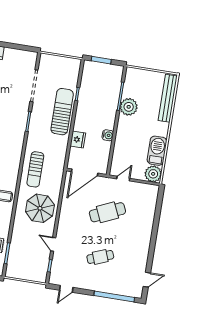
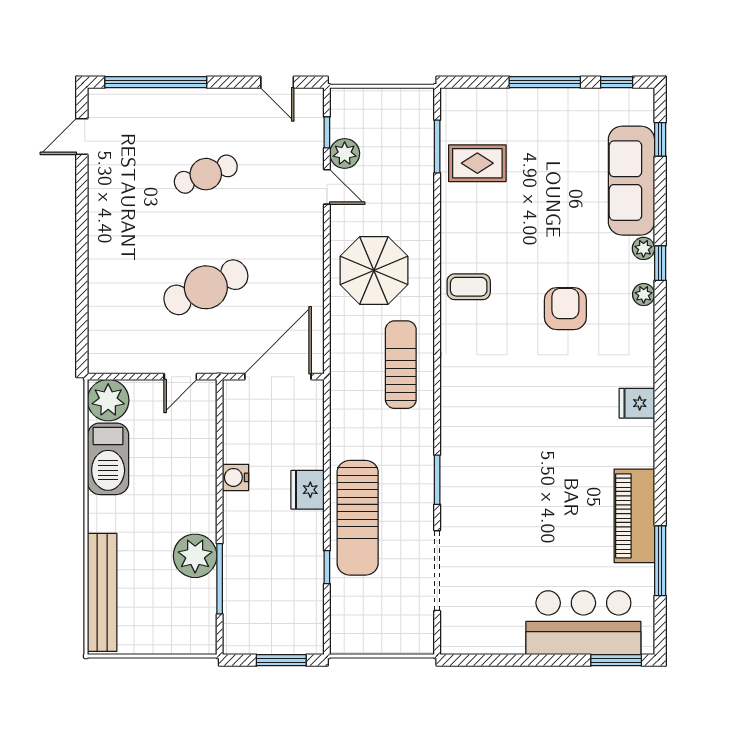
fridge: (78, 140) -> (308, 490), moved
plant: (44, 256) -> (345, 153), added
door: (66, 289) -> (277, 82), swing flipped

